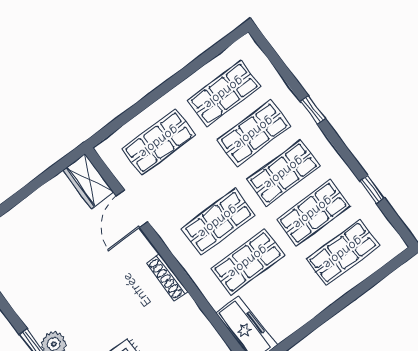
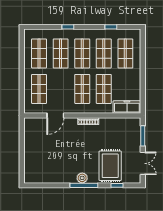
wardrobe: (88, 181) -> (34, 124), removed
door: (132, 209) -> (55, 116), hinge flipped

